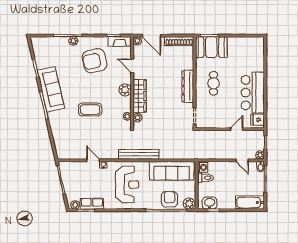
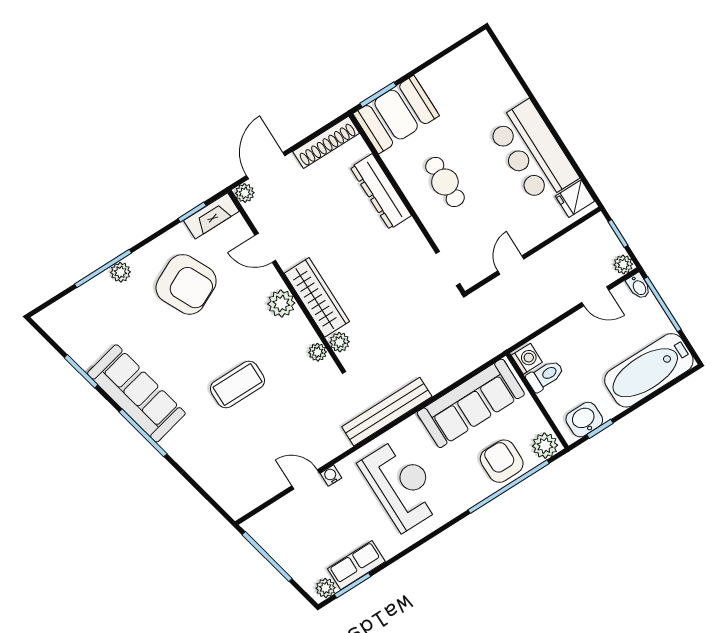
door: (151, 36) -> (266, 166), swing flipped
armchair: (94, 61) -> (186, 284), turned -103
dresser: (188, 86) -> (381, 192), moved
door: (237, 129) -> (511, 265), moved
bathtub: (250, 202) -> (649, 370), width x1.36, depth x1.36

